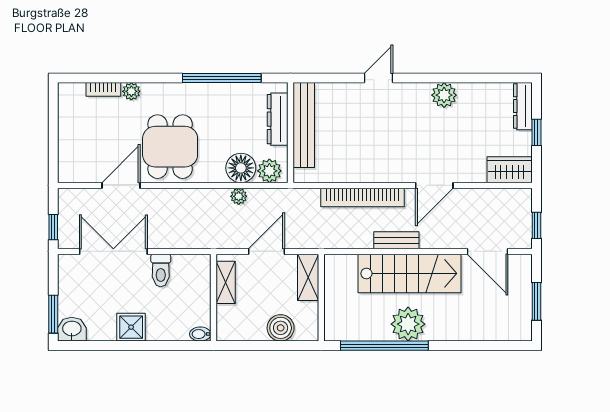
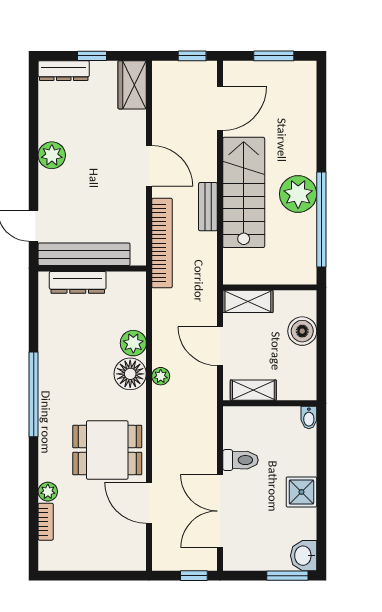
dresser: (278, 119) -> (78, 282), moved
bench: (304, 125) -> (84, 254), moved
wall: (290, 133) -> (92, 268), moved

